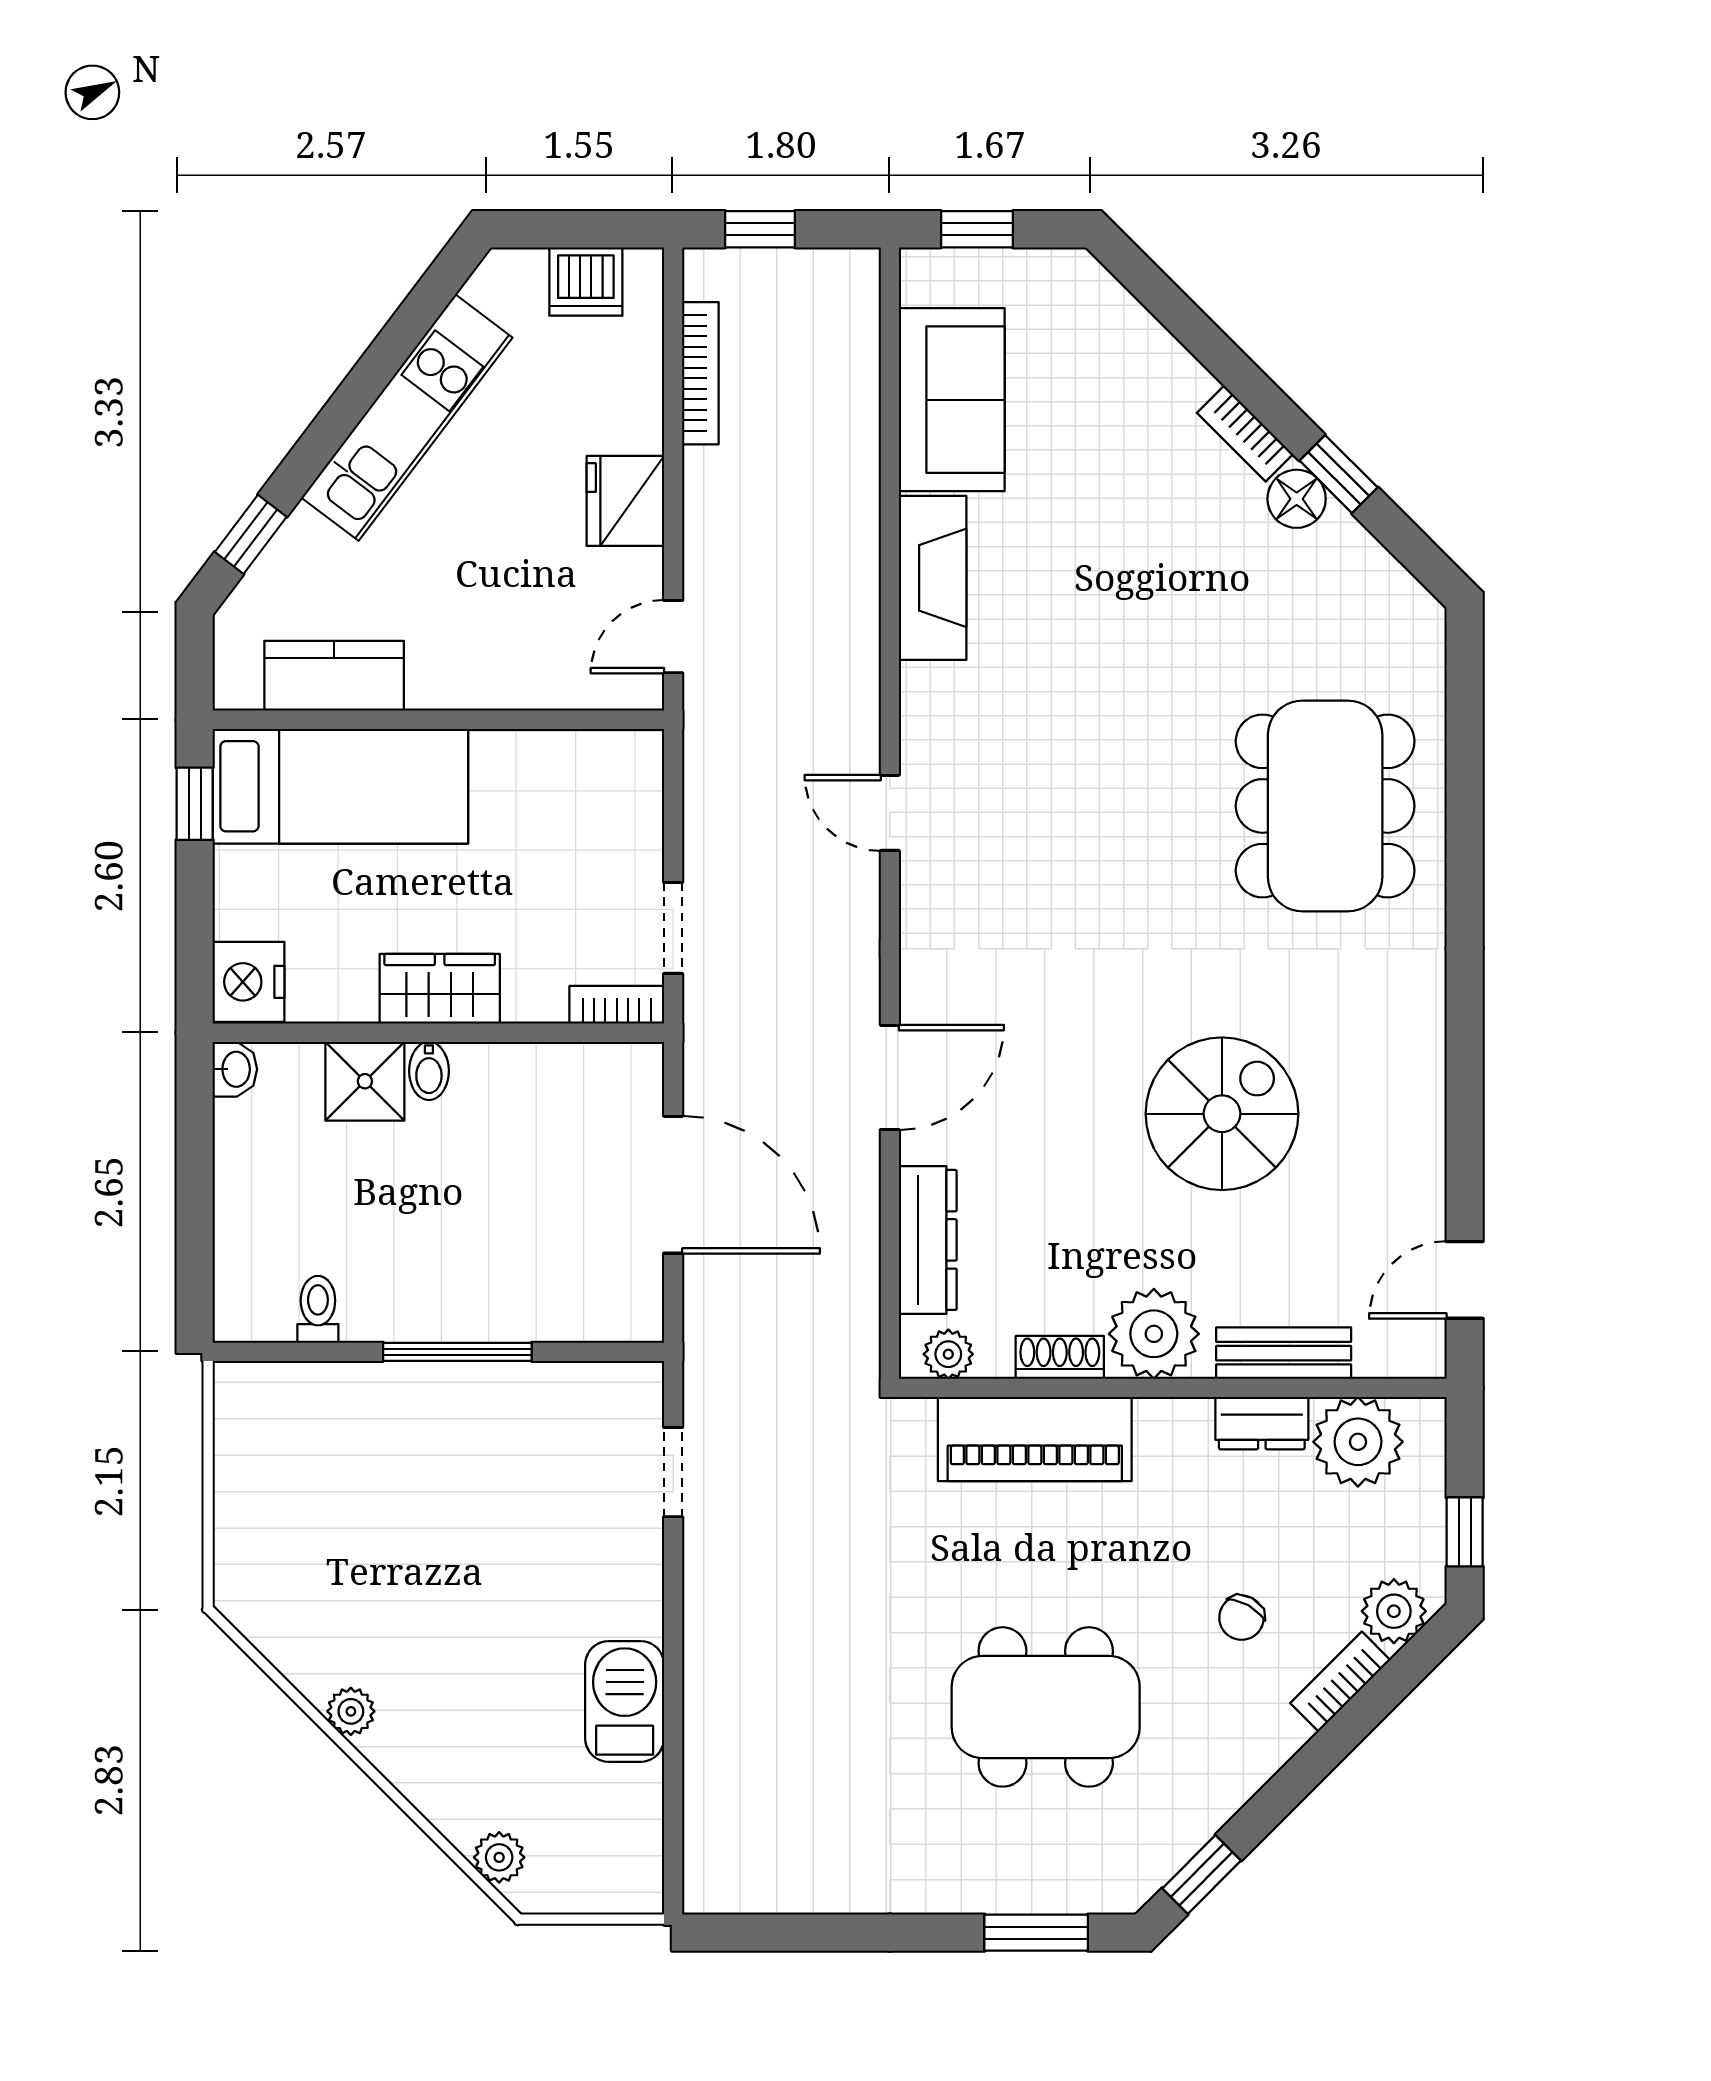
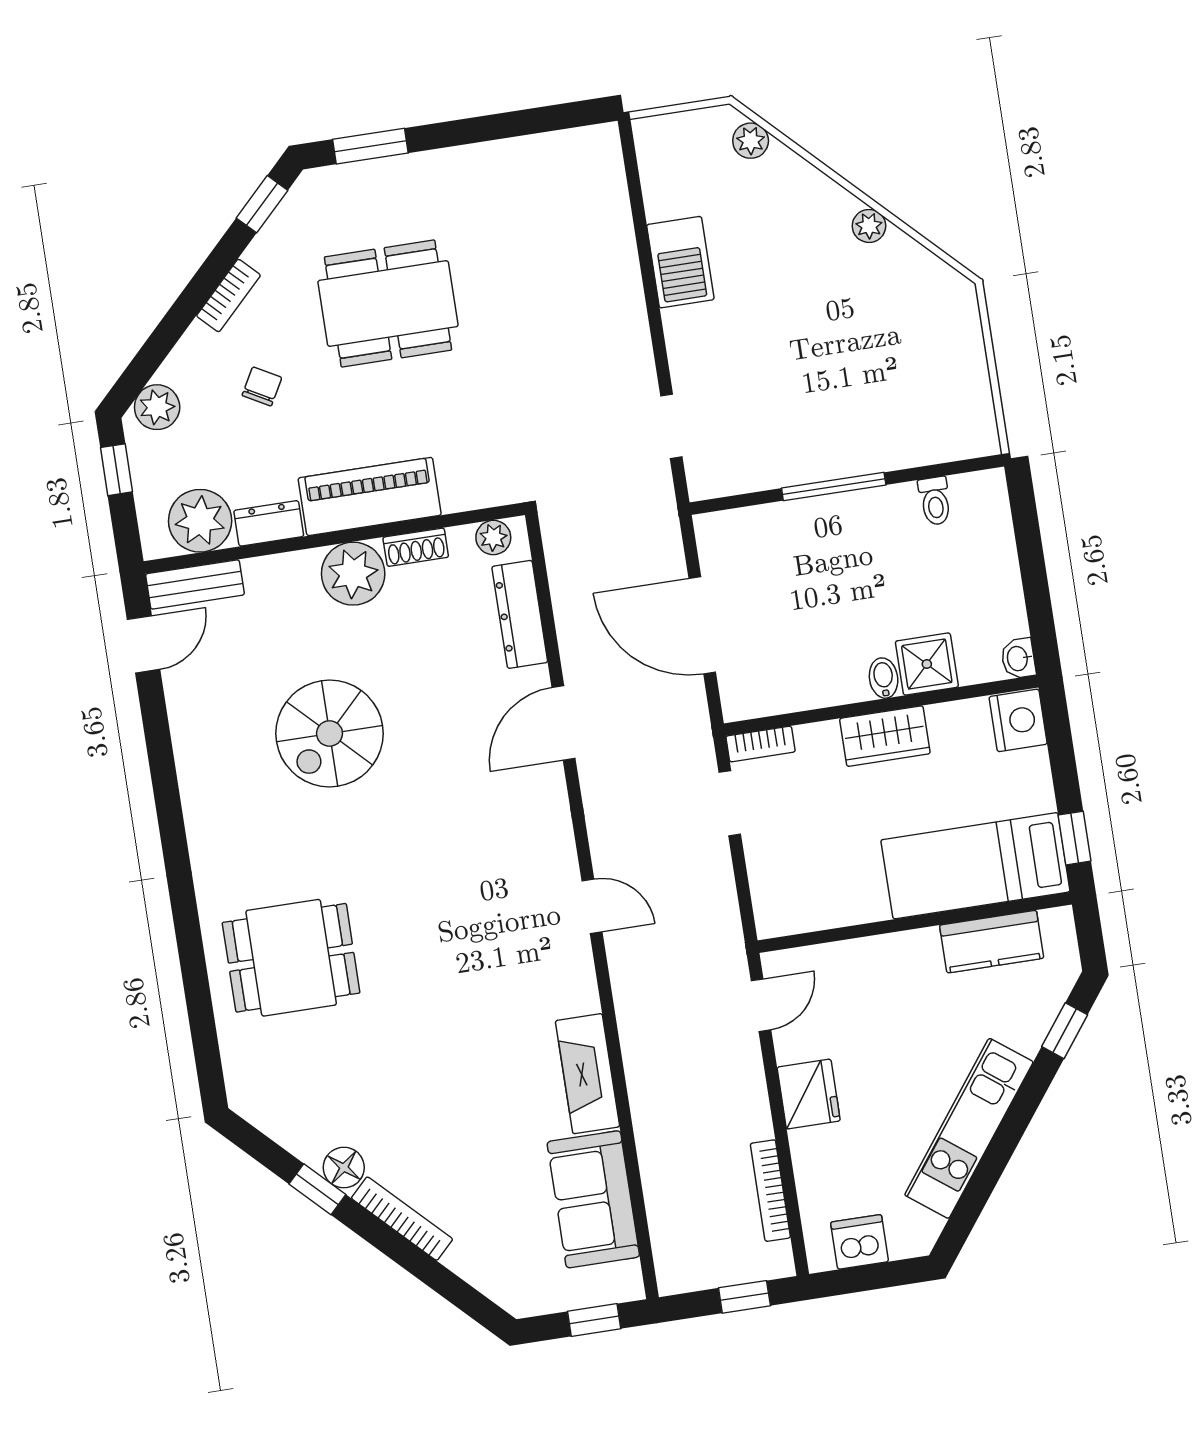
bookcase: (1245, 434) -> (402, 1219), width x1.56
dining table: (1325, 806) -> (291, 958), width x0.73
bench: (1284, 1353) -> (195, 584), moved
piano: (1035, 1439) -> (370, 496), moved
bookcase: (1340, 1682) -> (228, 296), moved

